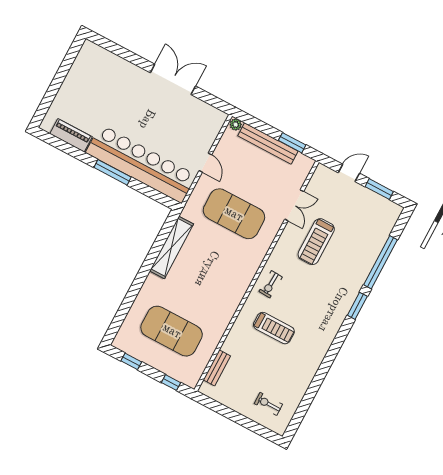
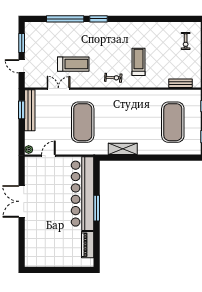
bench: (268, 143) -> (30, 110), moved
door: (205, 163) -> (48, 156), moved
shelving: (172, 247) -> (123, 149), width x0.68

